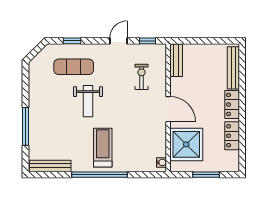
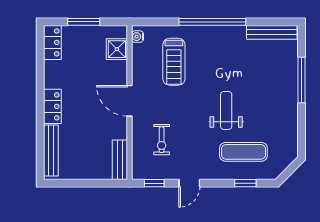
locker: (232, 136) -> (52, 42), moved
shower: (186, 144) -> (117, 49), width x0.54, depth x0.54
treadmill: (103, 148) -> (174, 62), moved

